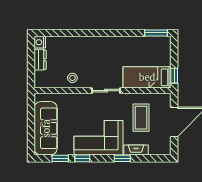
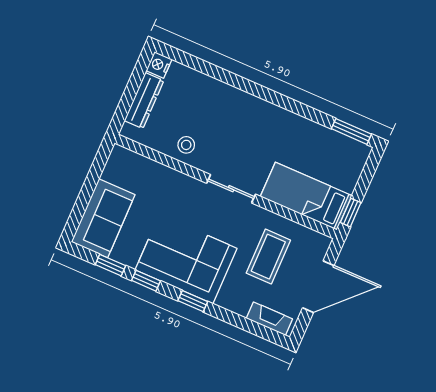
dresser: (40, 60) -> (144, 101), width x1.44
sofa: (46, 128) -> (103, 218), width x0.73
fireplace: (136, 150) -> (269, 319), moved
window: (122, 158) -> (193, 301), moved

